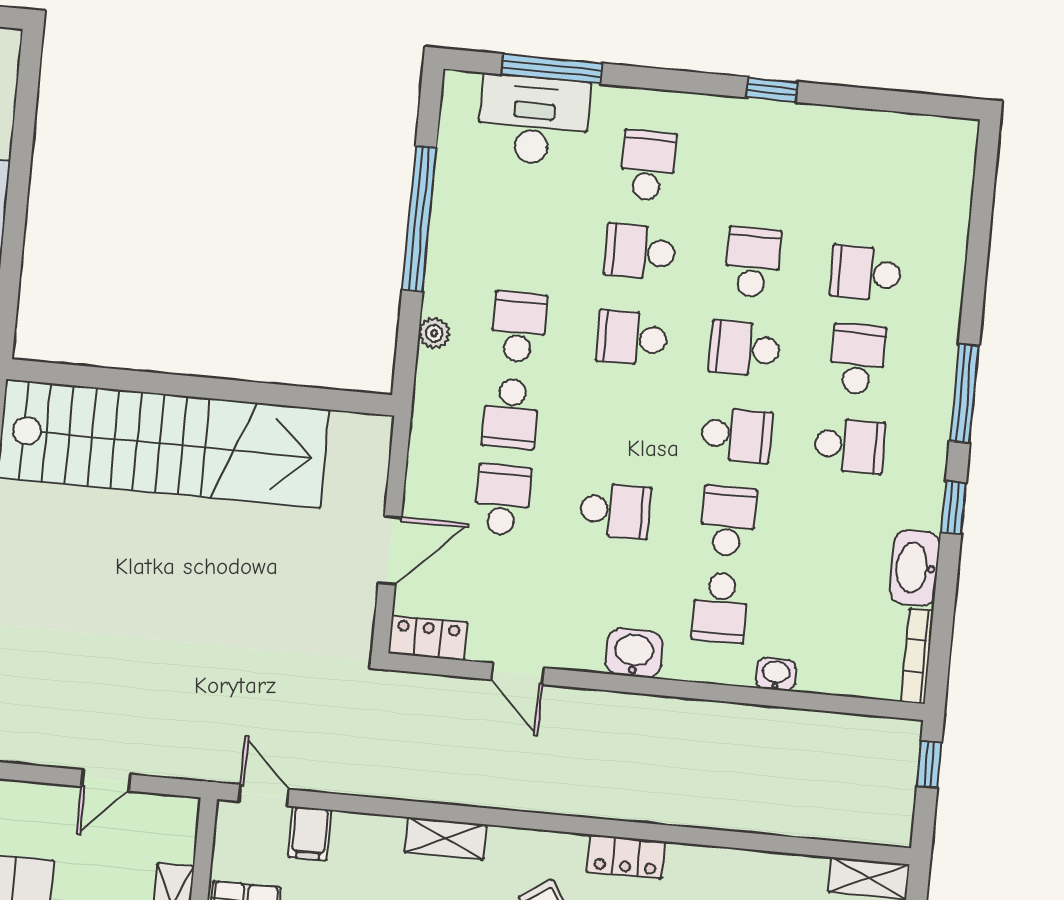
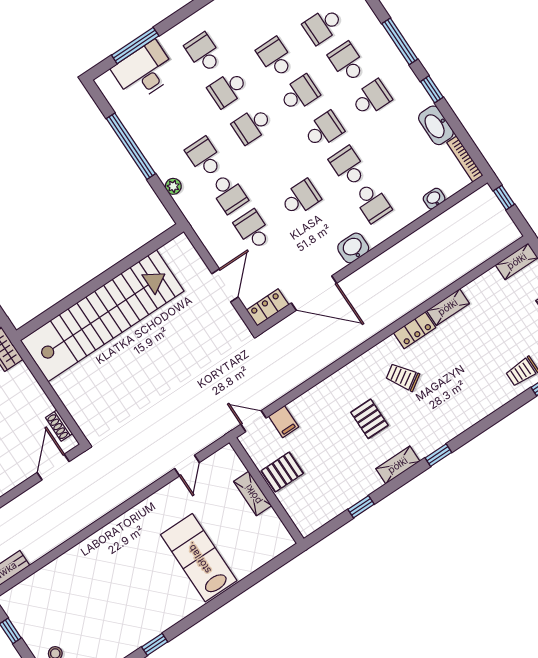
school desk: (745, 349) -> (300, 94), turned 180
door: (517, 674) -> (314, 293), width x1.87
washbasin: (776, 674) -> (434, 199), moved
shelving: (445, 838) -> (448, 307), moved

